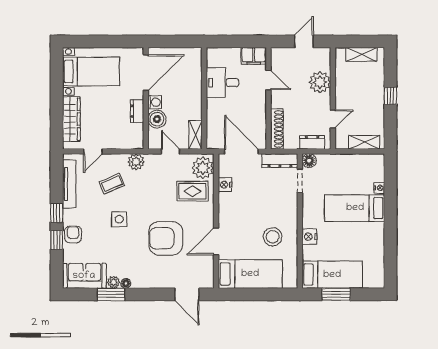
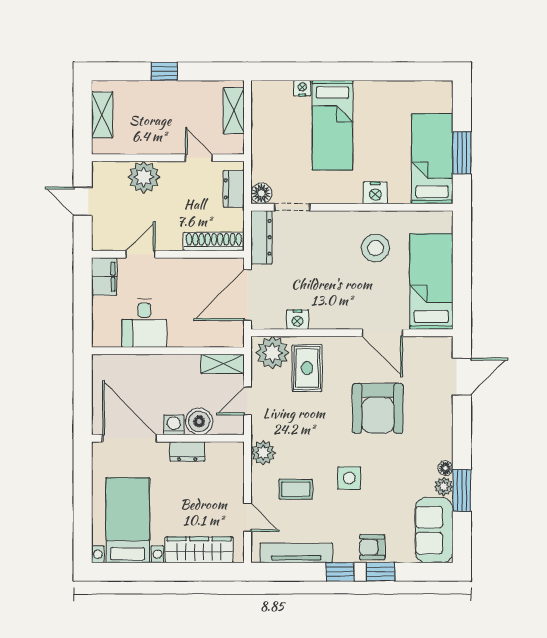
coffee table: (112, 184) -> (296, 489), turned -67

